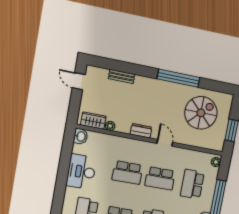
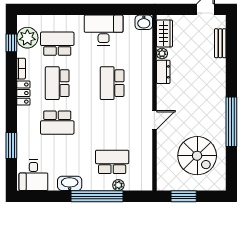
bench: (122, 77) -> (220, 43), moved
dresser: (141, 131) -> (163, 72), moved
plant: (216, 162) -> (118, 185), moved
school desk: (160, 178) -> (112, 123), removed

